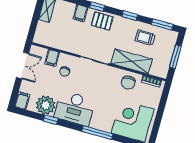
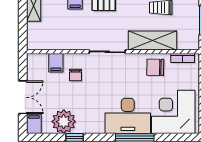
double door: (23, 65) -> (23, 97), moved
chair: (128, 83) -> (155, 67), turned 91
desk: (75, 108) -> (128, 116), moved

